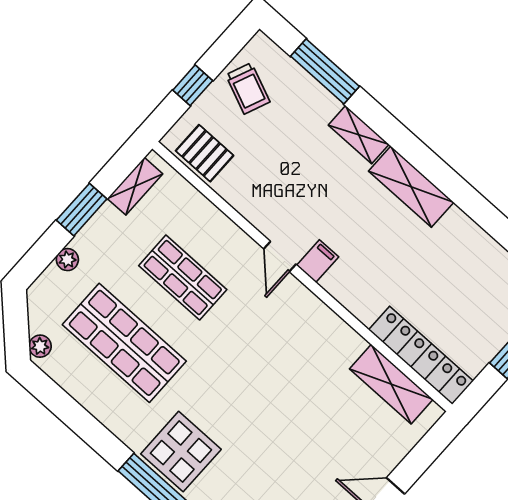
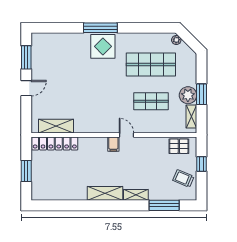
plant: (67, 260) -> (188, 95), moved, width x1.87, depth x1.87

